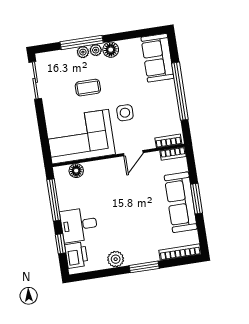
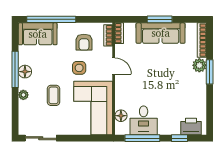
window: (82, 42) -> (15, 69), moved
plant: (96, 50) -> (23, 84), removed
window: (180, 91) -> (51, 19), moved
armchair: (156, 114) -> (84, 42), added
desk: (79, 225) -> (144, 120), moved
plant: (116, 259) -> (199, 65), moved

